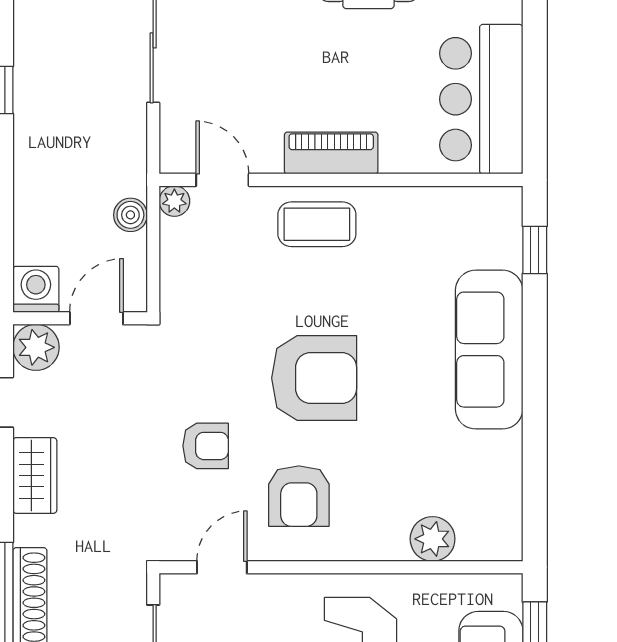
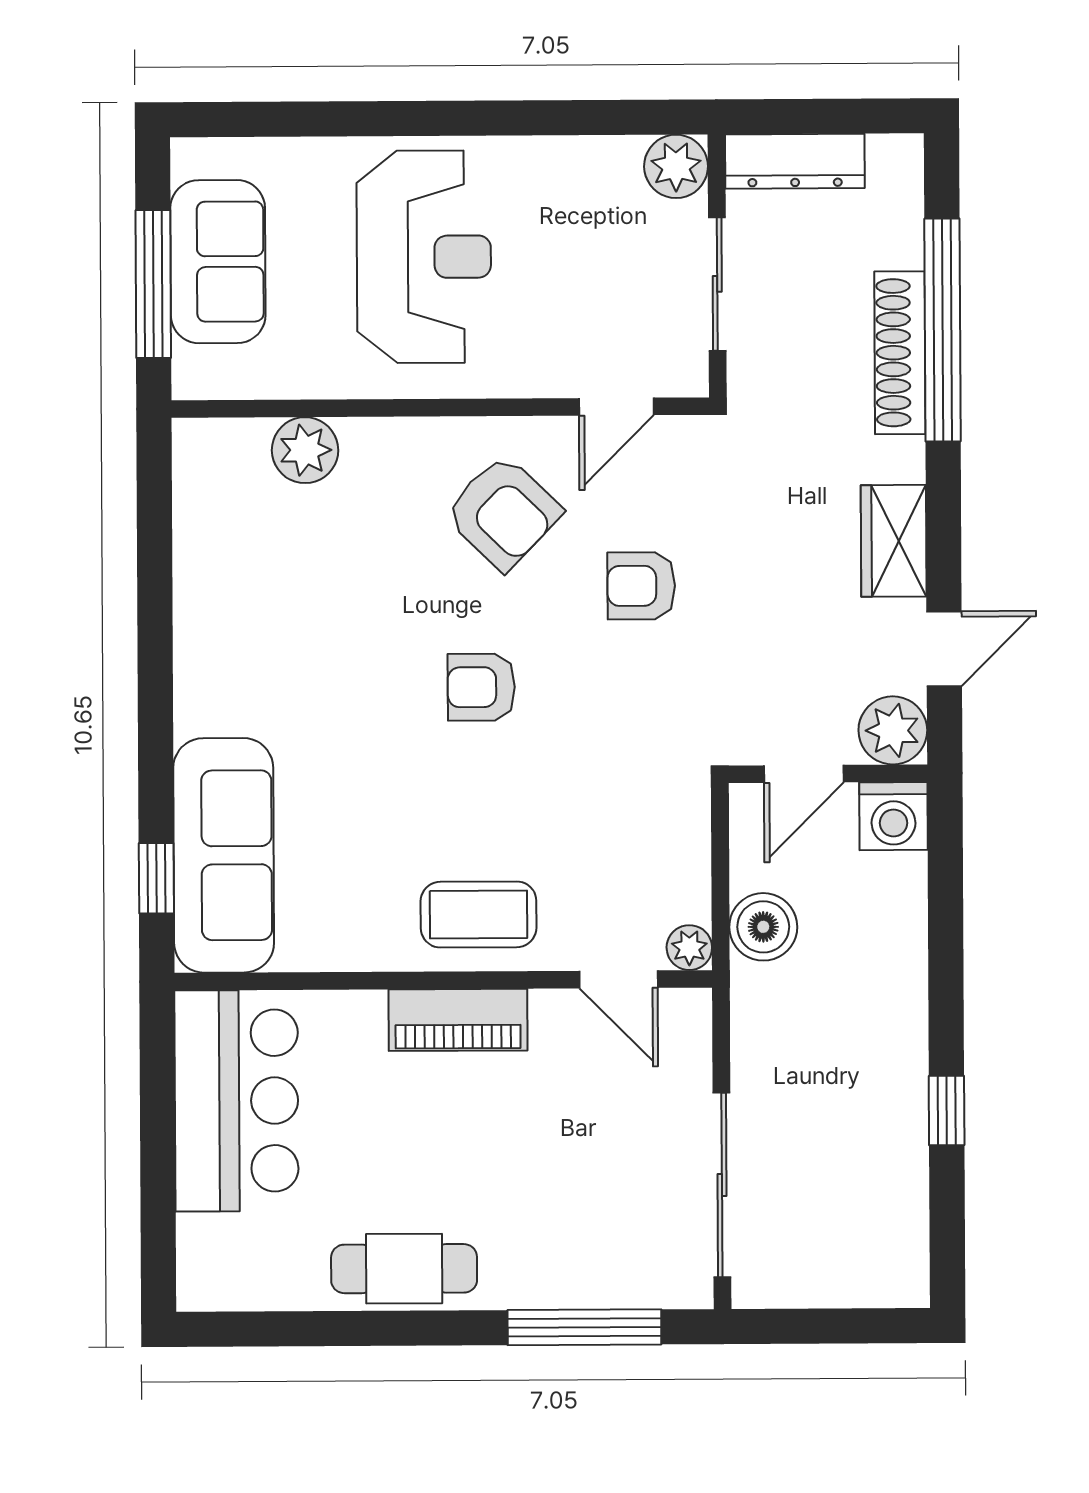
boiler: (130, 215) -> (763, 927), width x1.36, depth x1.36
sofa: (489, 350) -> (224, 855), moved
armchair: (314, 378) -> (481, 687), width x0.53, depth x0.53
armchair: (299, 496) -> (503, 512), turned 134

